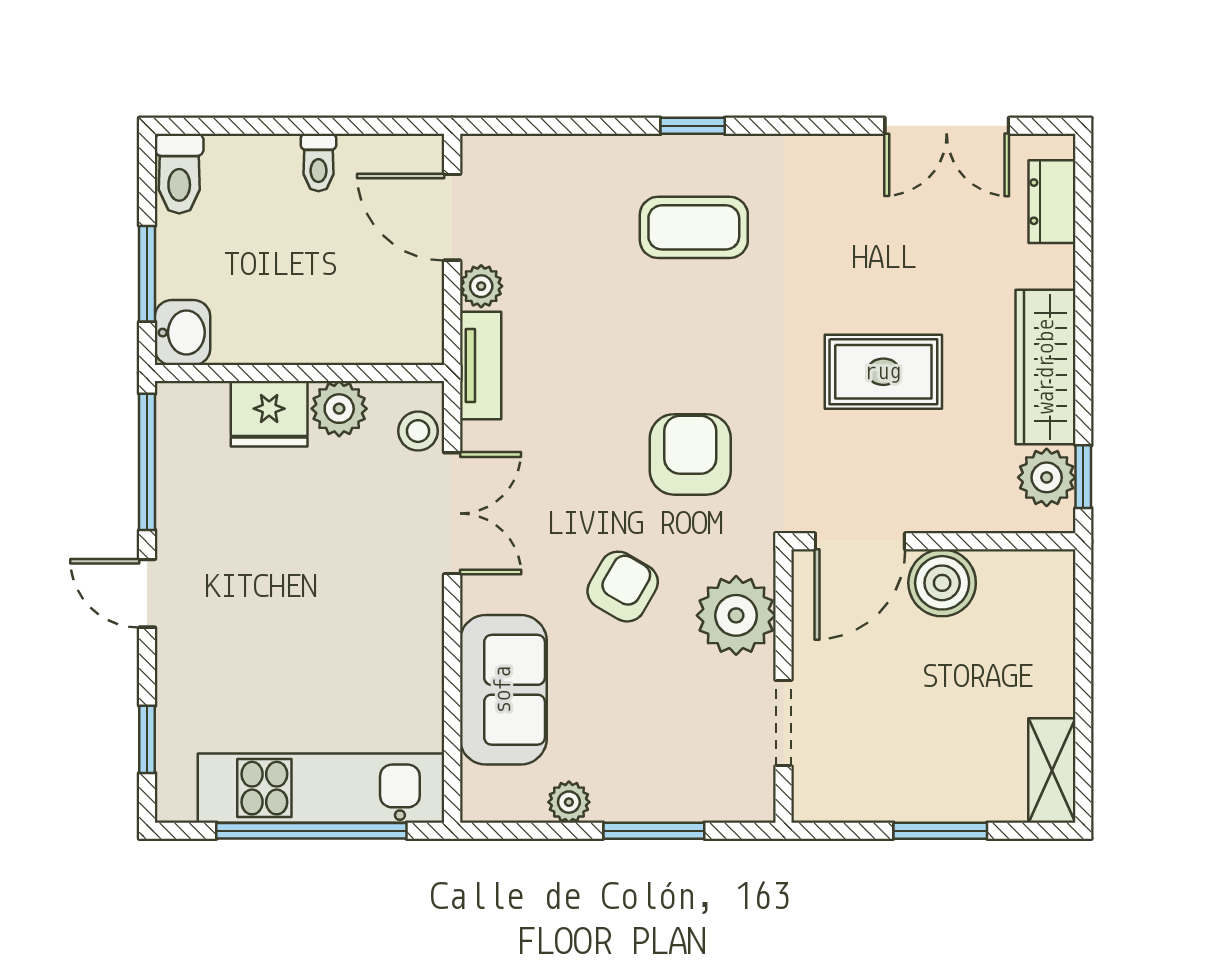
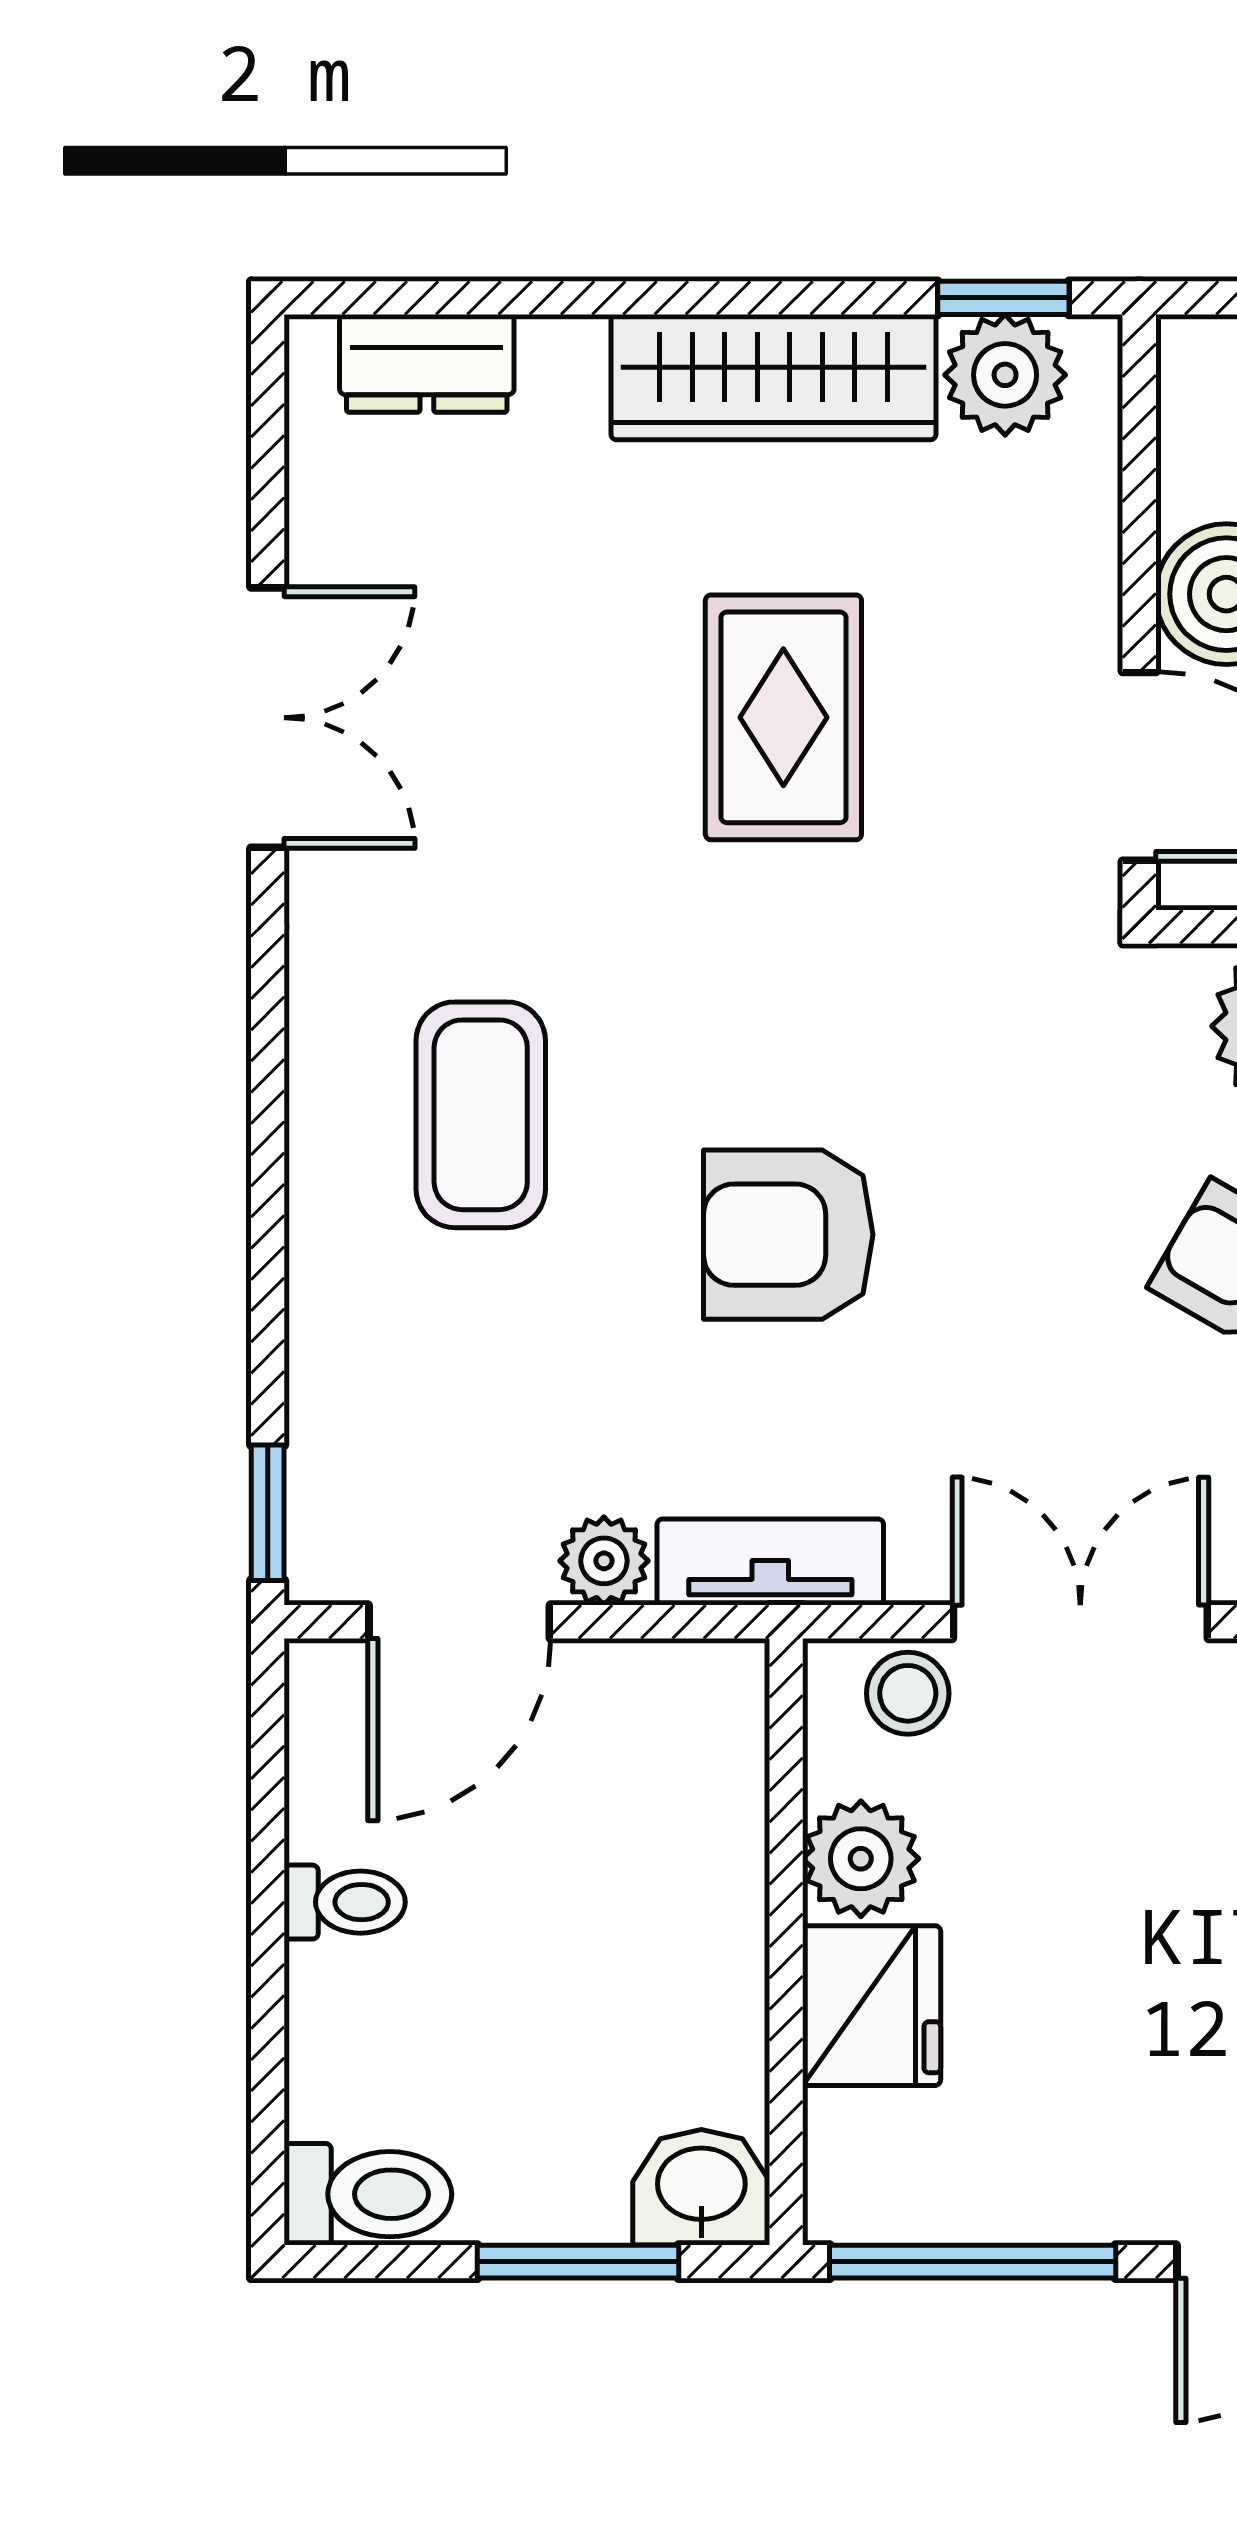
window: (693, 126) -> (268, 1513), moved
double door: (947, 126) -> (268, 718), moved
armchair: (690, 454) -> (788, 1235), moved

